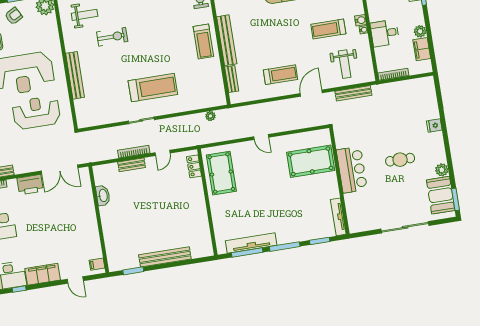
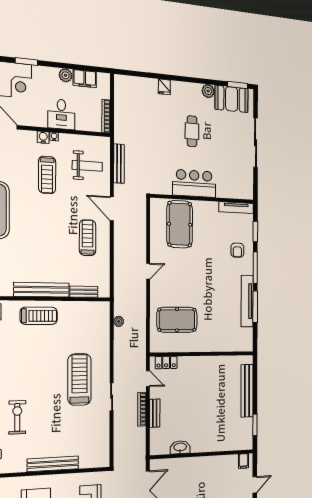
locker: (194, 166) -> (166, 362), moved
wall: (207, 202) -> (203, 354), moved
armchair: (298, 225) -> (237, 250), added

